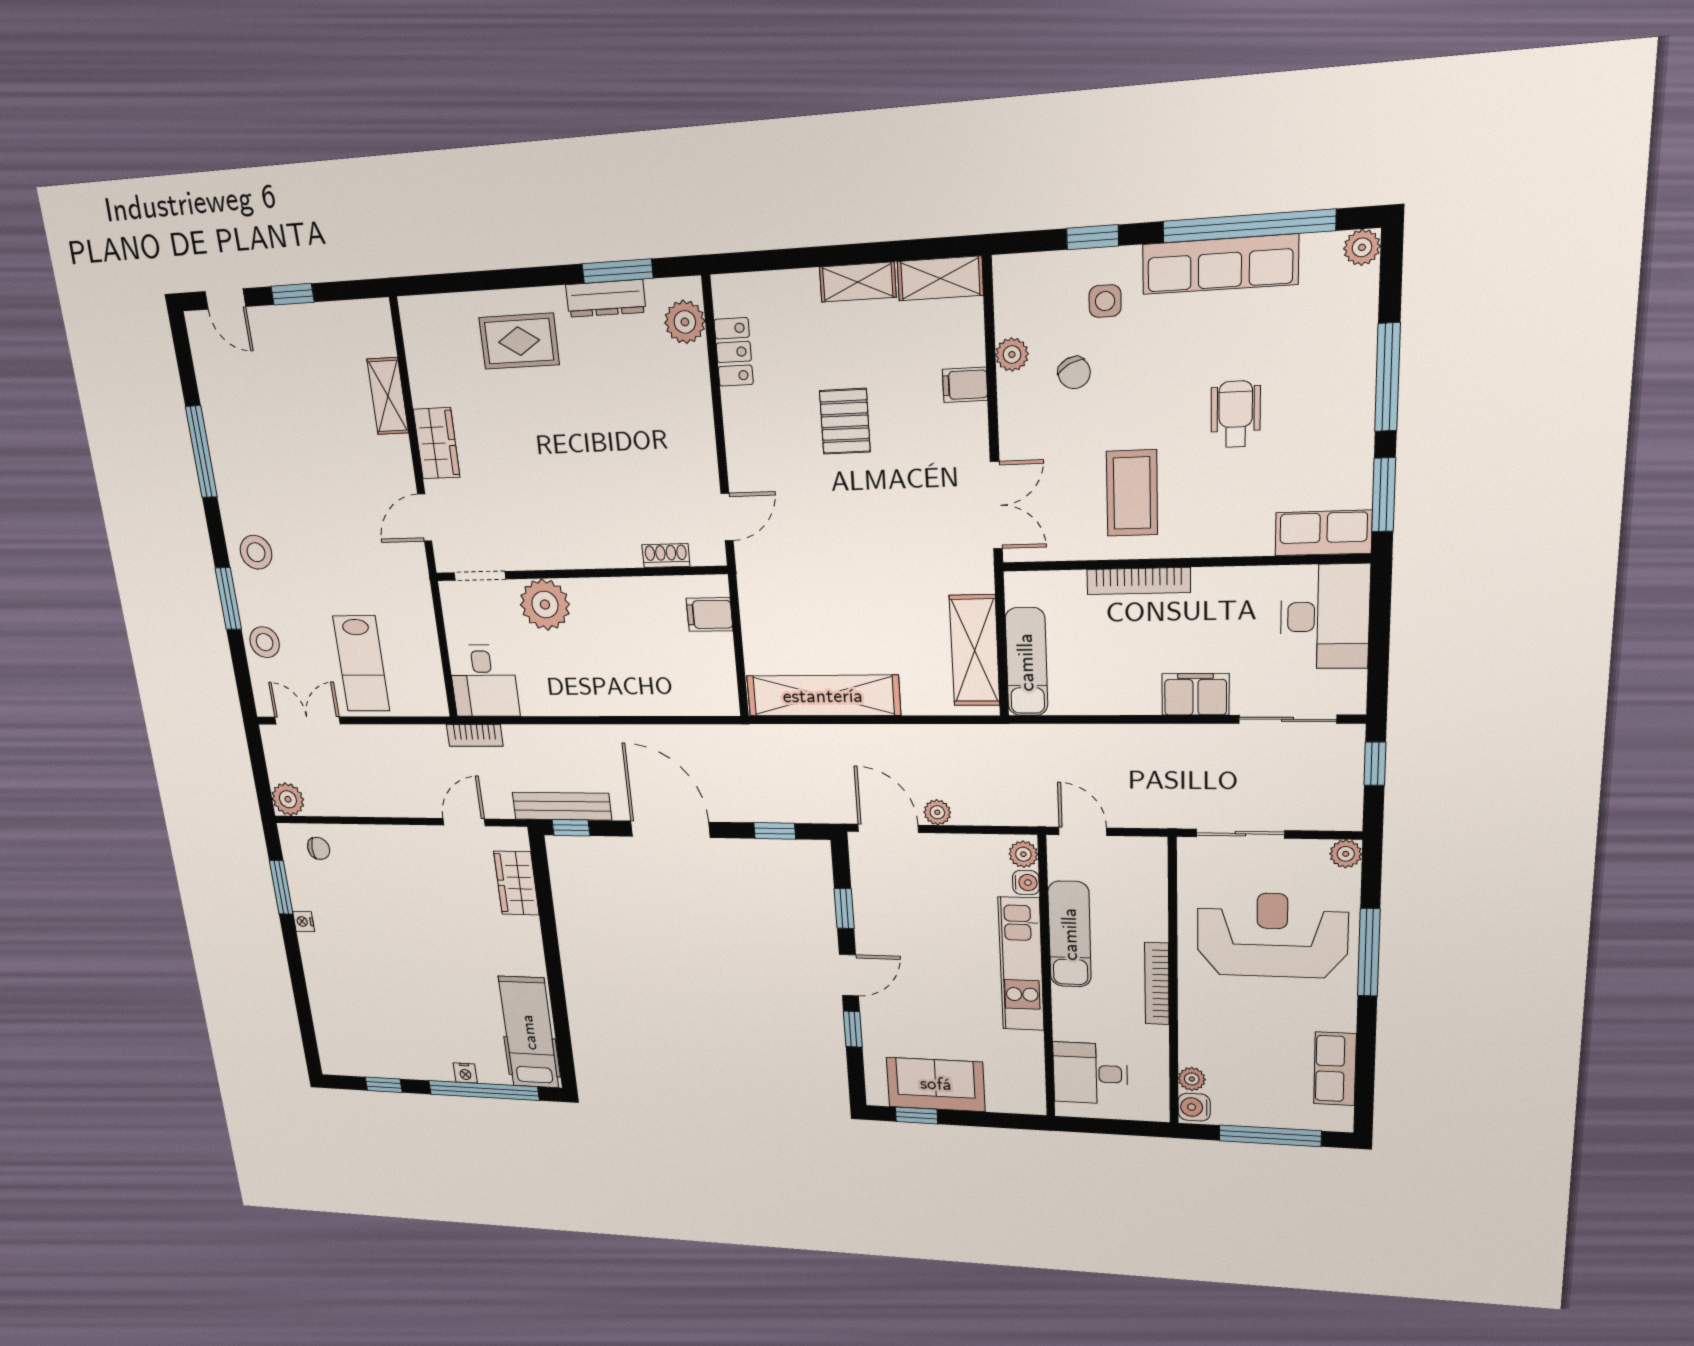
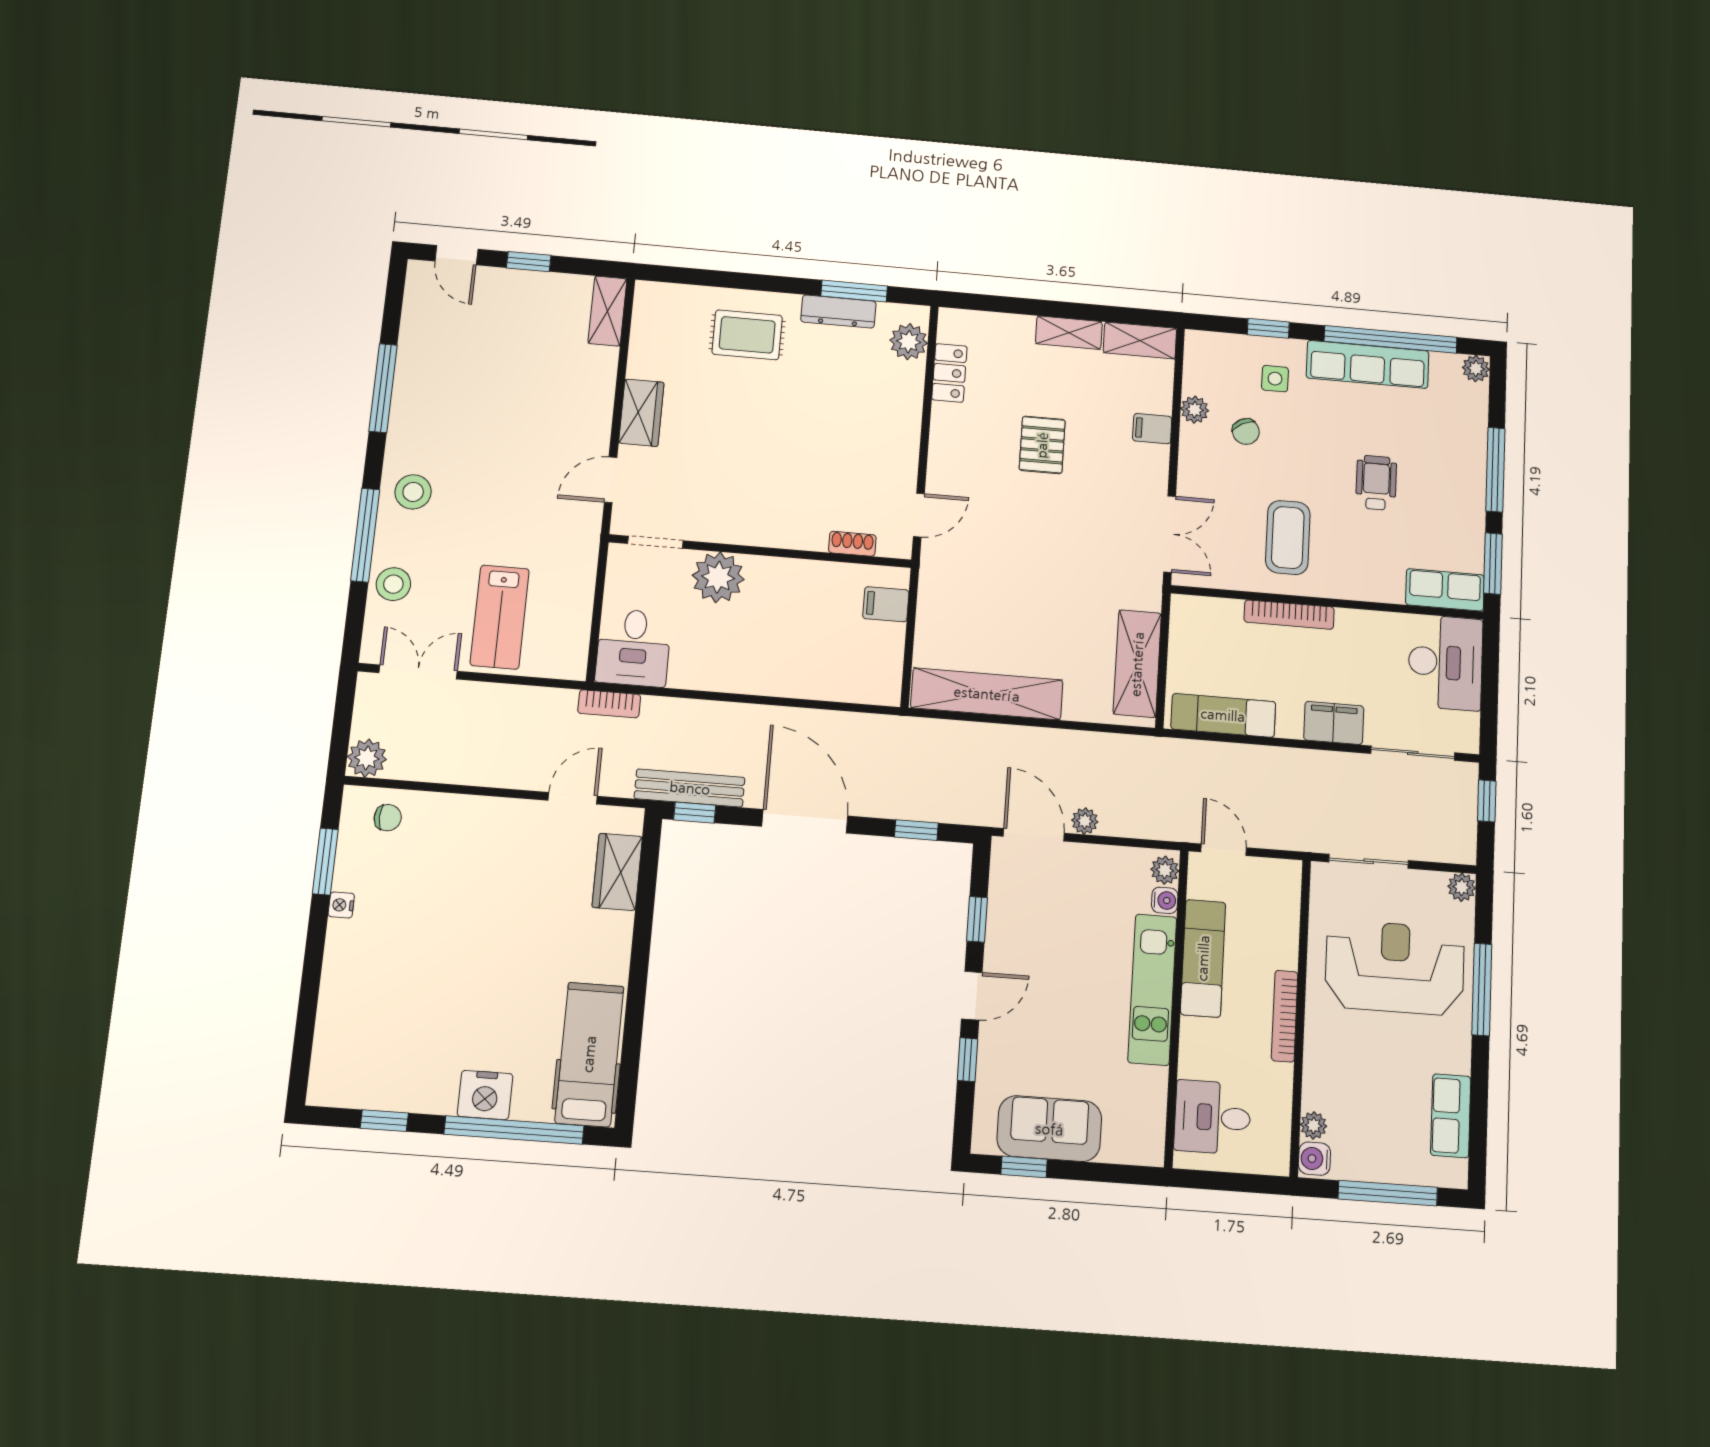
shelving: (388, 396) -> (607, 311), moved
window: (228, 599) -> (365, 535), width x1.44
exam couch: (1026, 662) -> (1223, 715), moved, turned -90
nightstand: (465, 1073) -> (485, 1095), width x1.89, depth x1.79

